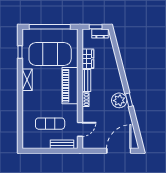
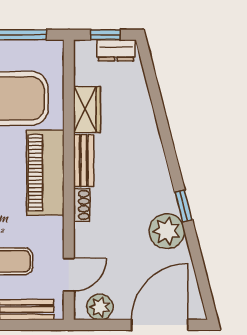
plant: (119, 100) -> (167, 231), moved
plant: (93, 143) -> (100, 307), added

